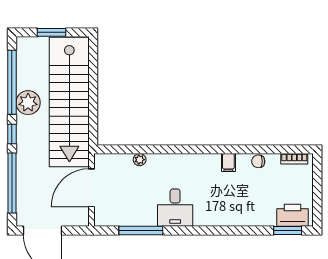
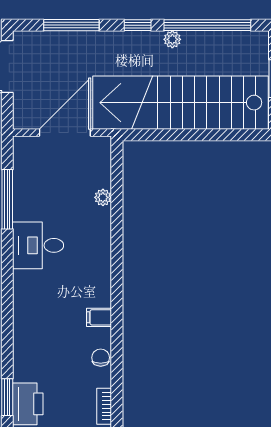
plant: (28, 103) -> (172, 39), width x0.53, depth x0.53
window: (12, 183) -> (71, 25), width x0.68
door: (92, 188) -> (65, 133), hinge flipped

